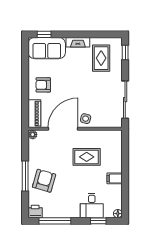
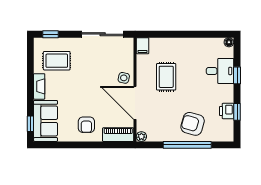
window: (25, 176) -> (187, 145), width x1.46
filing cabinet: (115, 178) -> (143, 46), moved
printer: (35, 211) -> (227, 111), moved
window: (55, 221) -> (237, 112), width x0.46
window: (98, 221) -> (237, 75), moved

